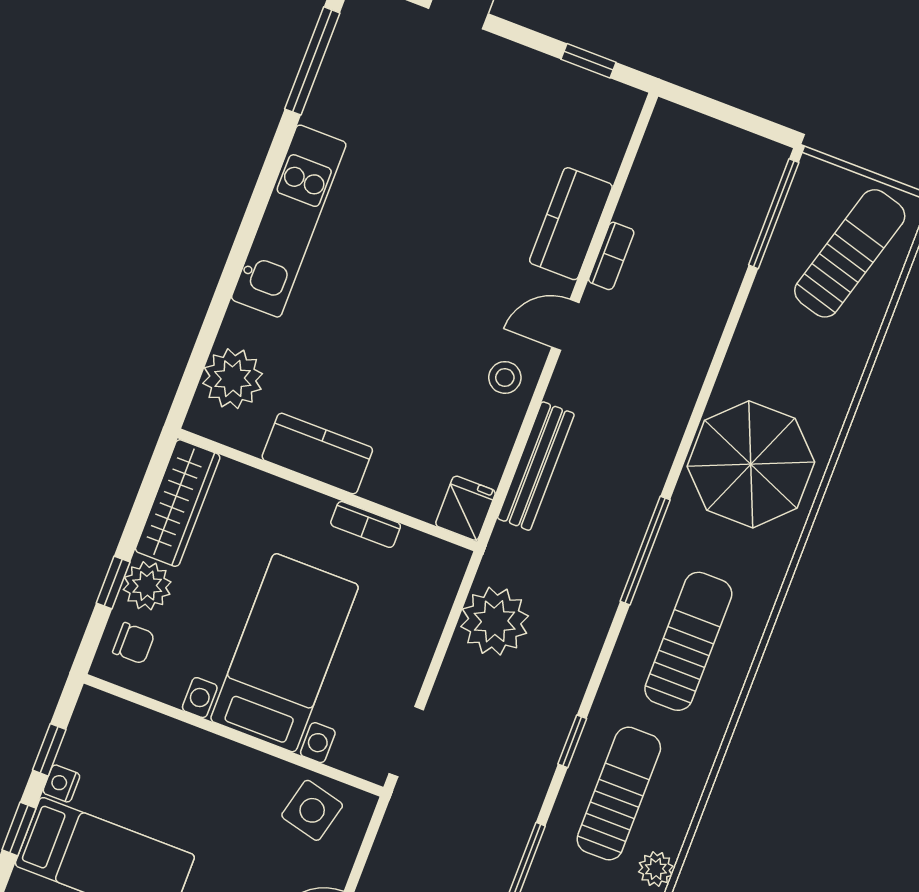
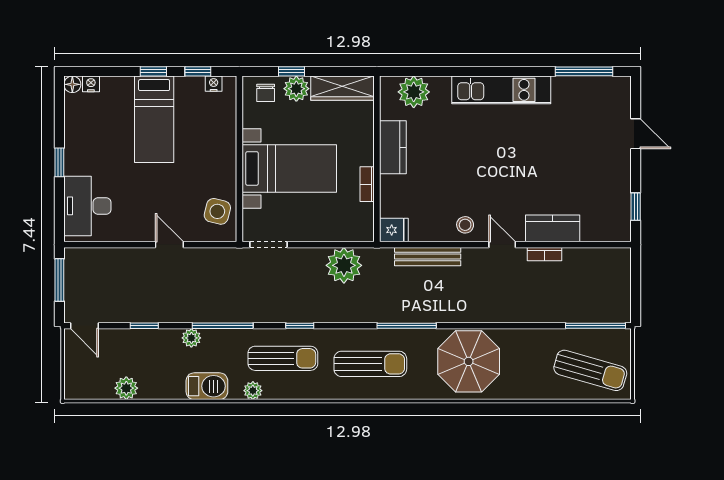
nightstand: (61, 783) -> (214, 84), moved

